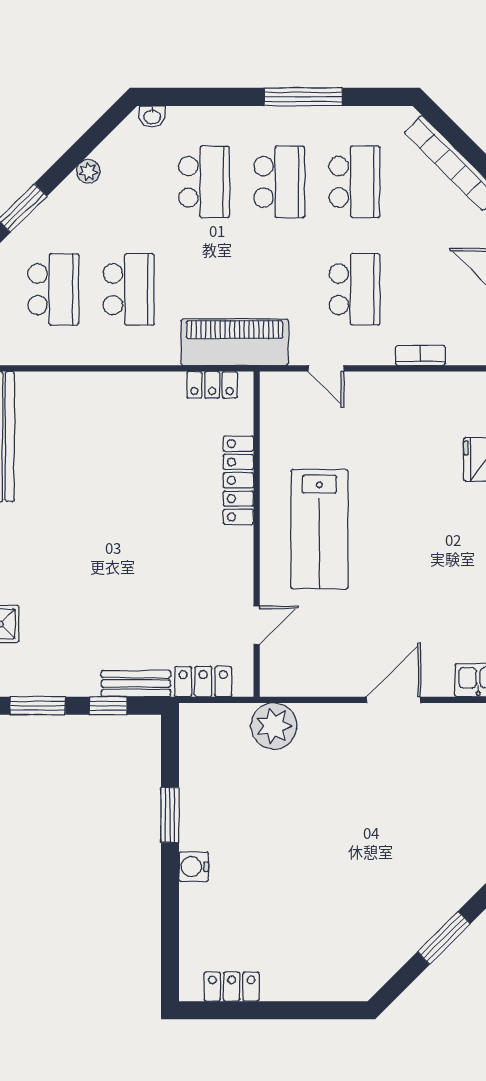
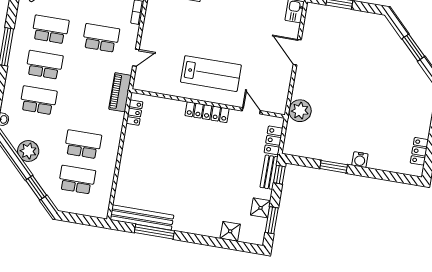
plant: (88, 171) -> (28, 151), width x1.88, depth x1.88
piano: (235, 342) -> (120, 92), width x0.73, depth x0.75
locker: (238, 480) -> (207, 112), moved
shower: (59, 678) -> (261, 208), added
window: (108, 706) -> (279, 175), moved

